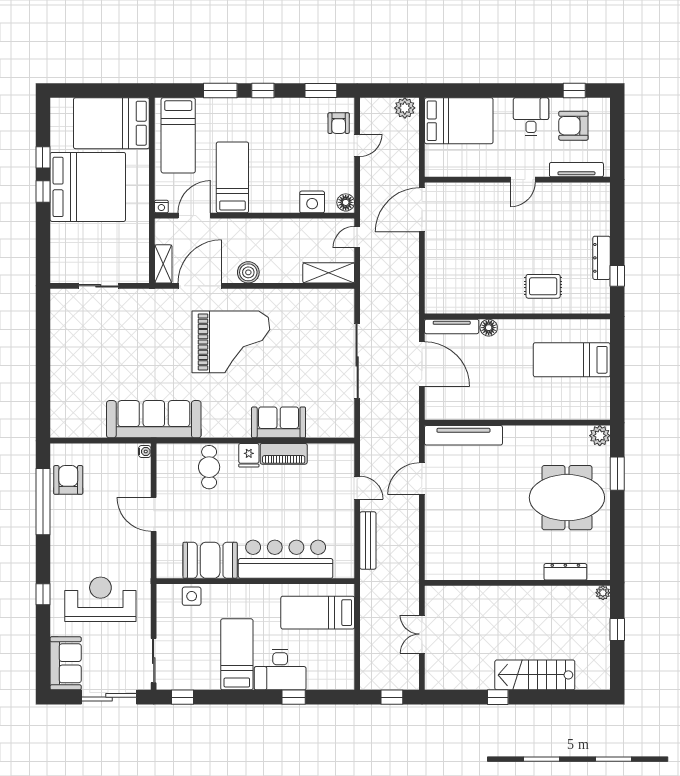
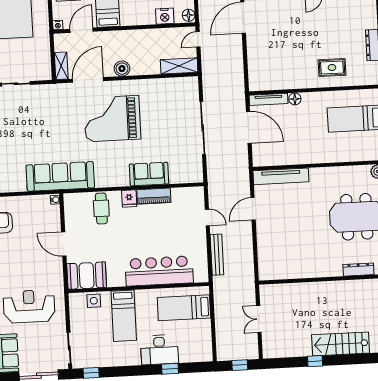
grand piano: (231, 342) -> (112, 119), turned 180
booth: (210, 560) -> (87, 276), moved
bed: (237, 654) -> (124, 316), moved, turned 180

